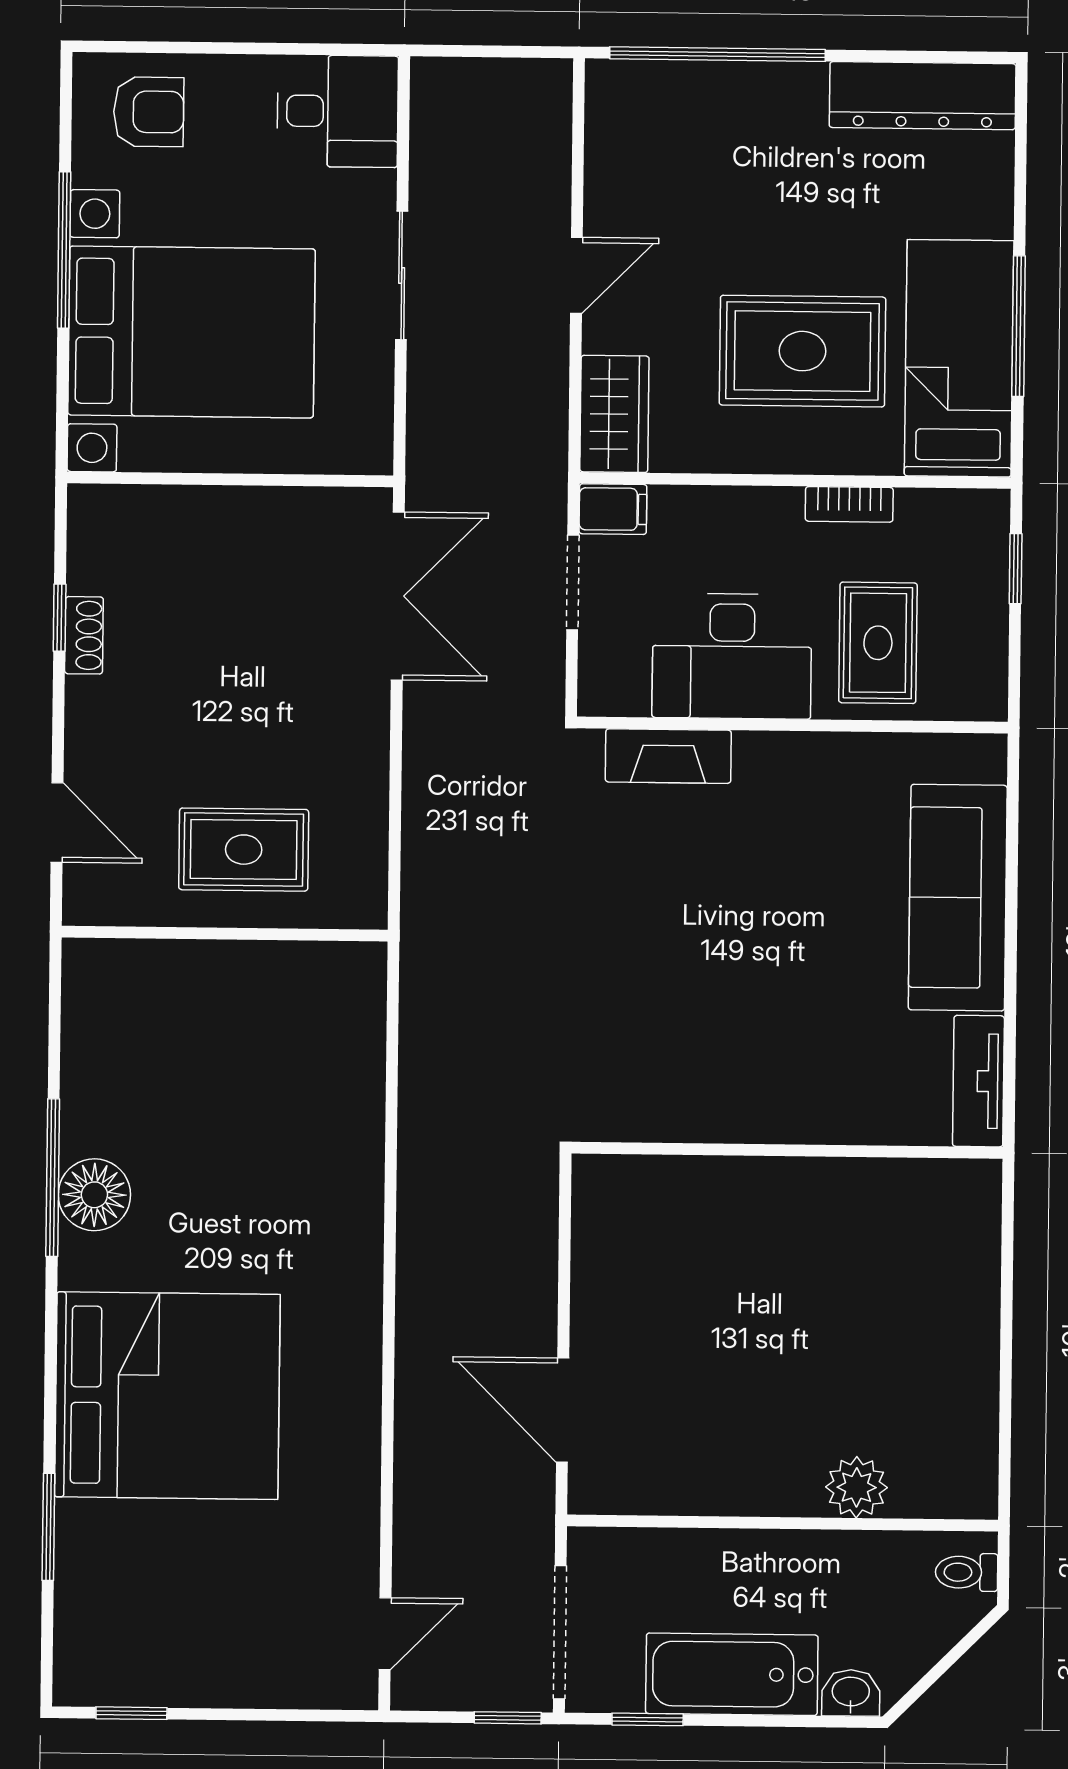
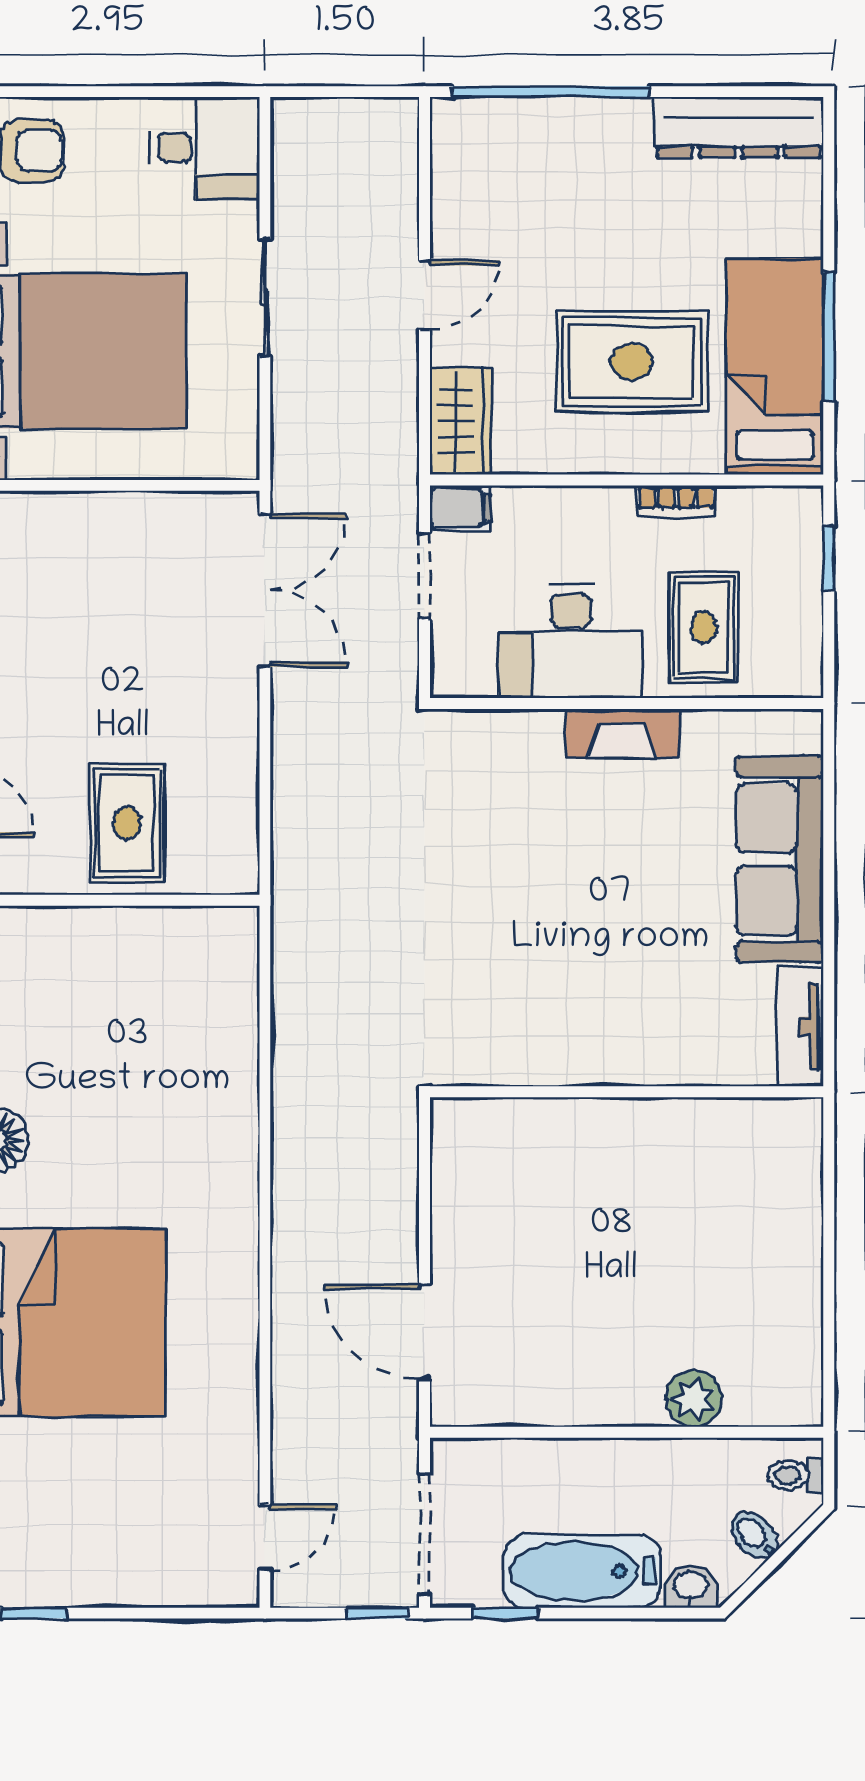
fireplace: (668, 756) -> (622, 733), moved
rug: (244, 850) -> (127, 823), turned 90
bidet: (921, 1638) -> (755, 1536), added

